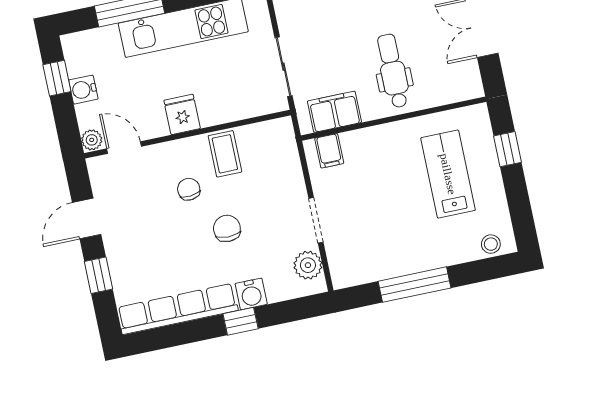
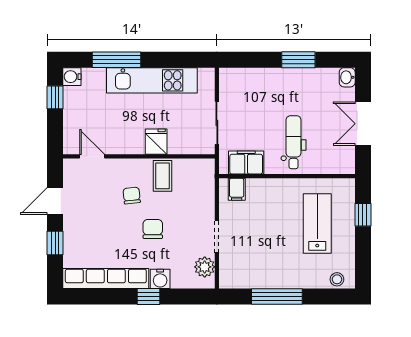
water cooler: (83, 90) -> (72, 77), moved
fridge: (182, 114) -> (156, 142), moved
plant: (92, 140) -> (70, 146), removed

